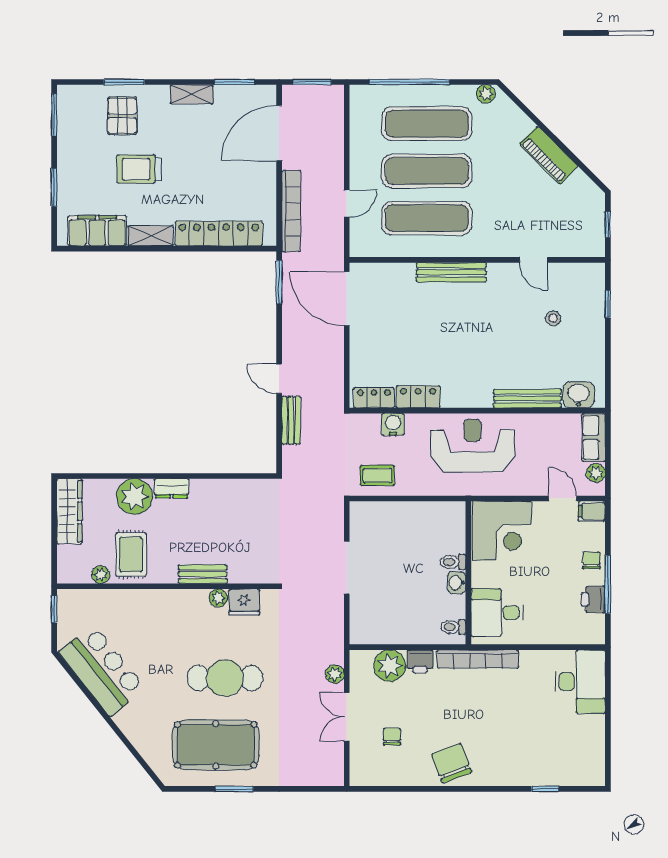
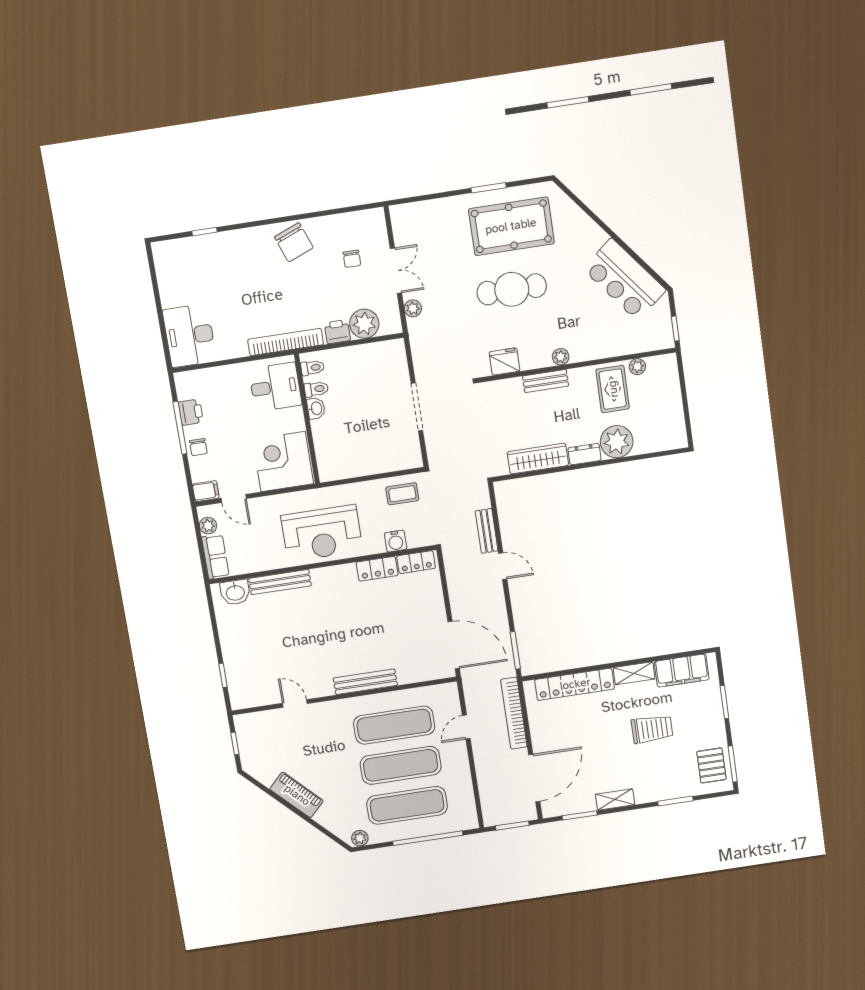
pallet: (122, 116) -> (711, 765), moved
stool: (553, 318) -> (269, 656), removed
wardrobe: (69, 511) -> (538, 459), moved, turned 90
toilet: (453, 562) -> (316, 389), moved
plant: (218, 598) -> (561, 357), moved

